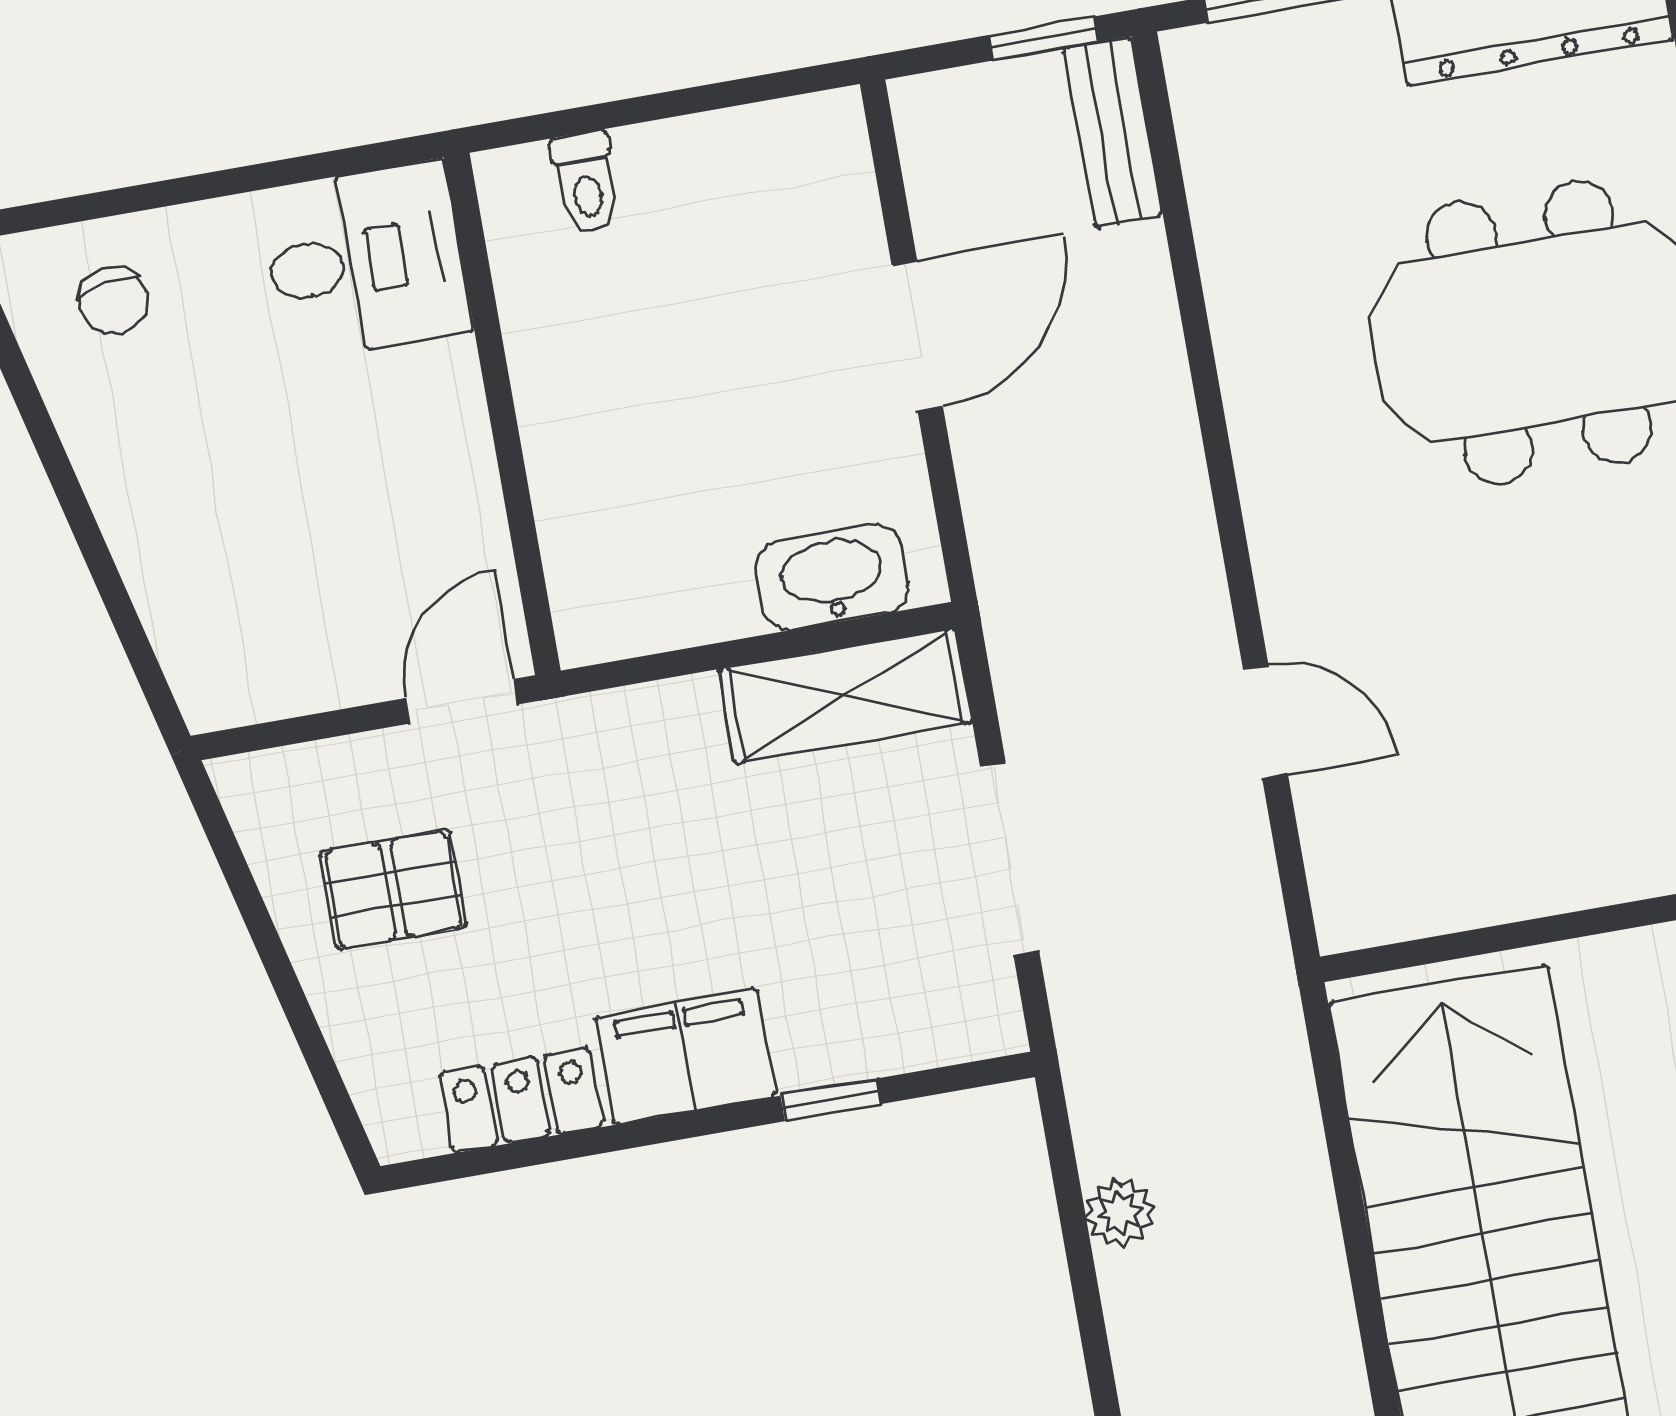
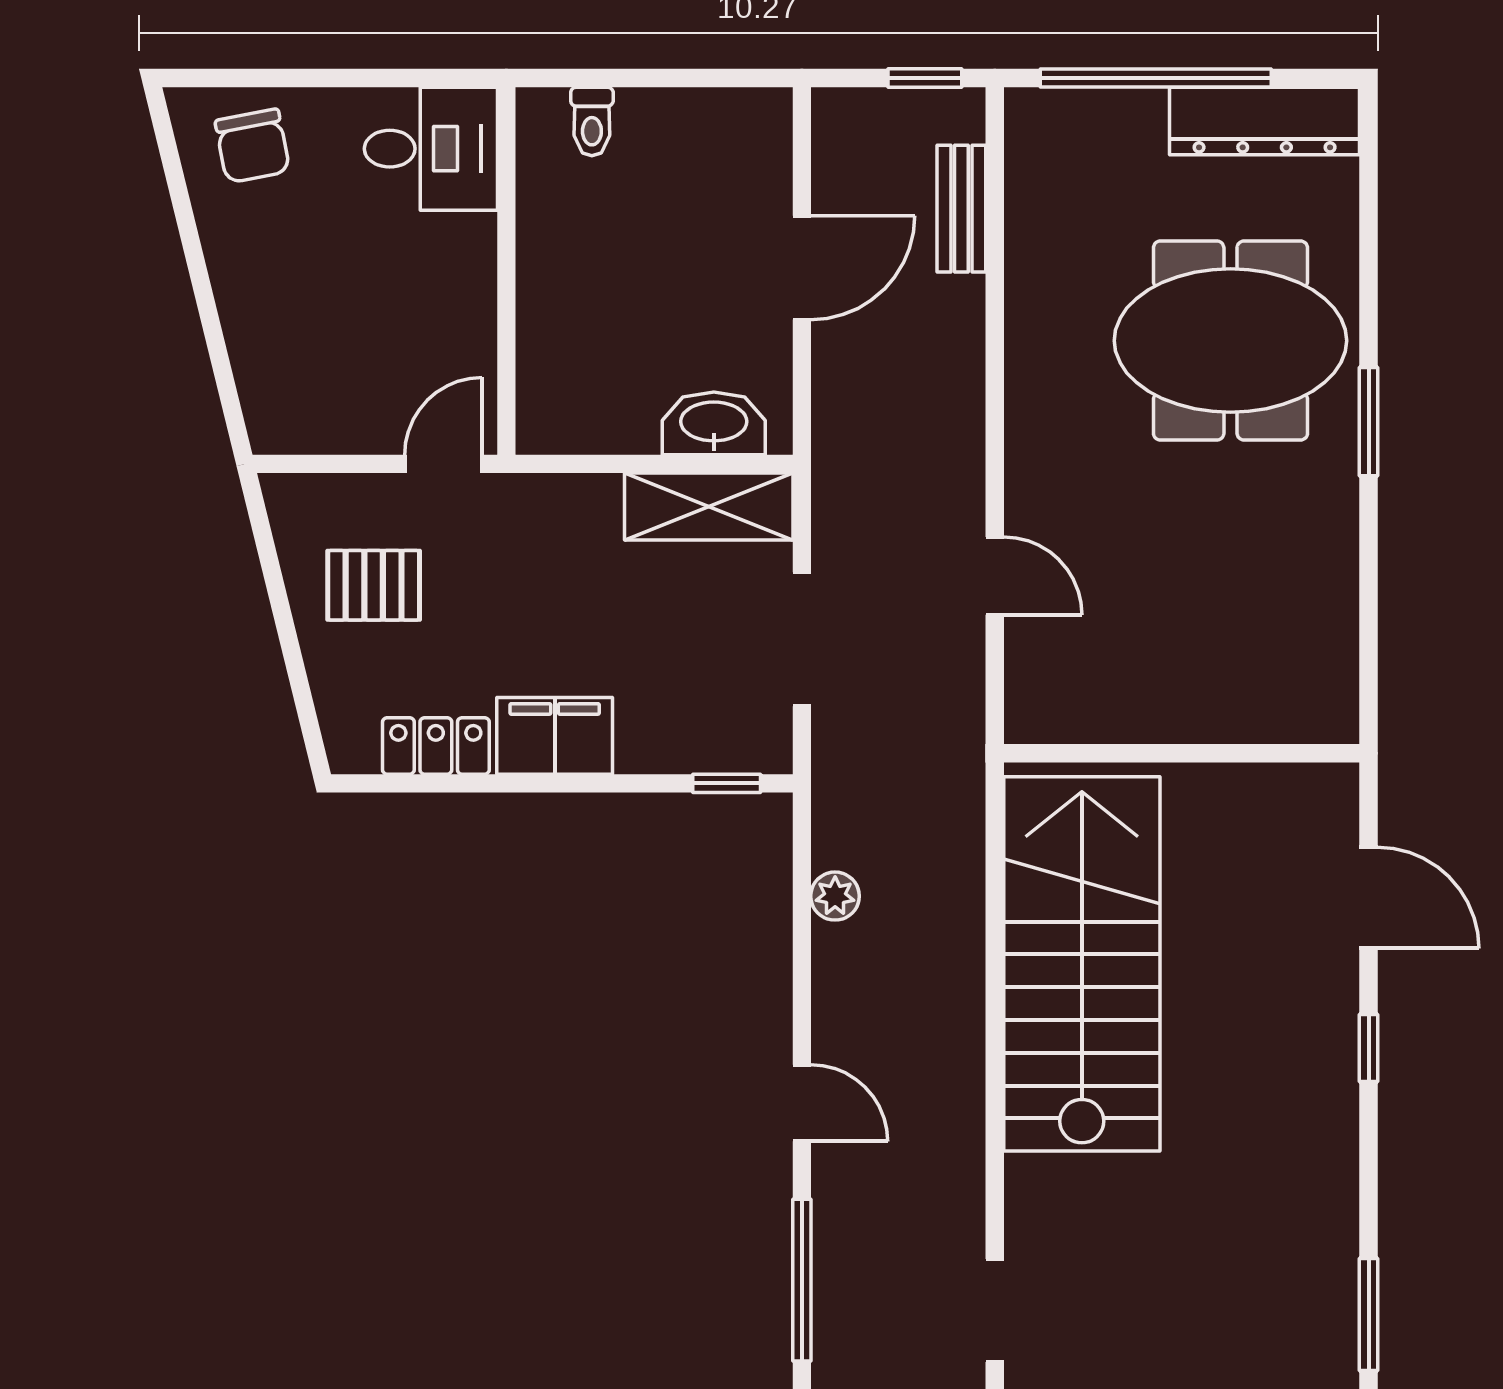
bench: (1113, 132) -> (961, 209), moved
chair: (114, 301) -> (252, 146), width x1.37, depth x1.37
window: (831, 1100) -> (727, 783), moved

